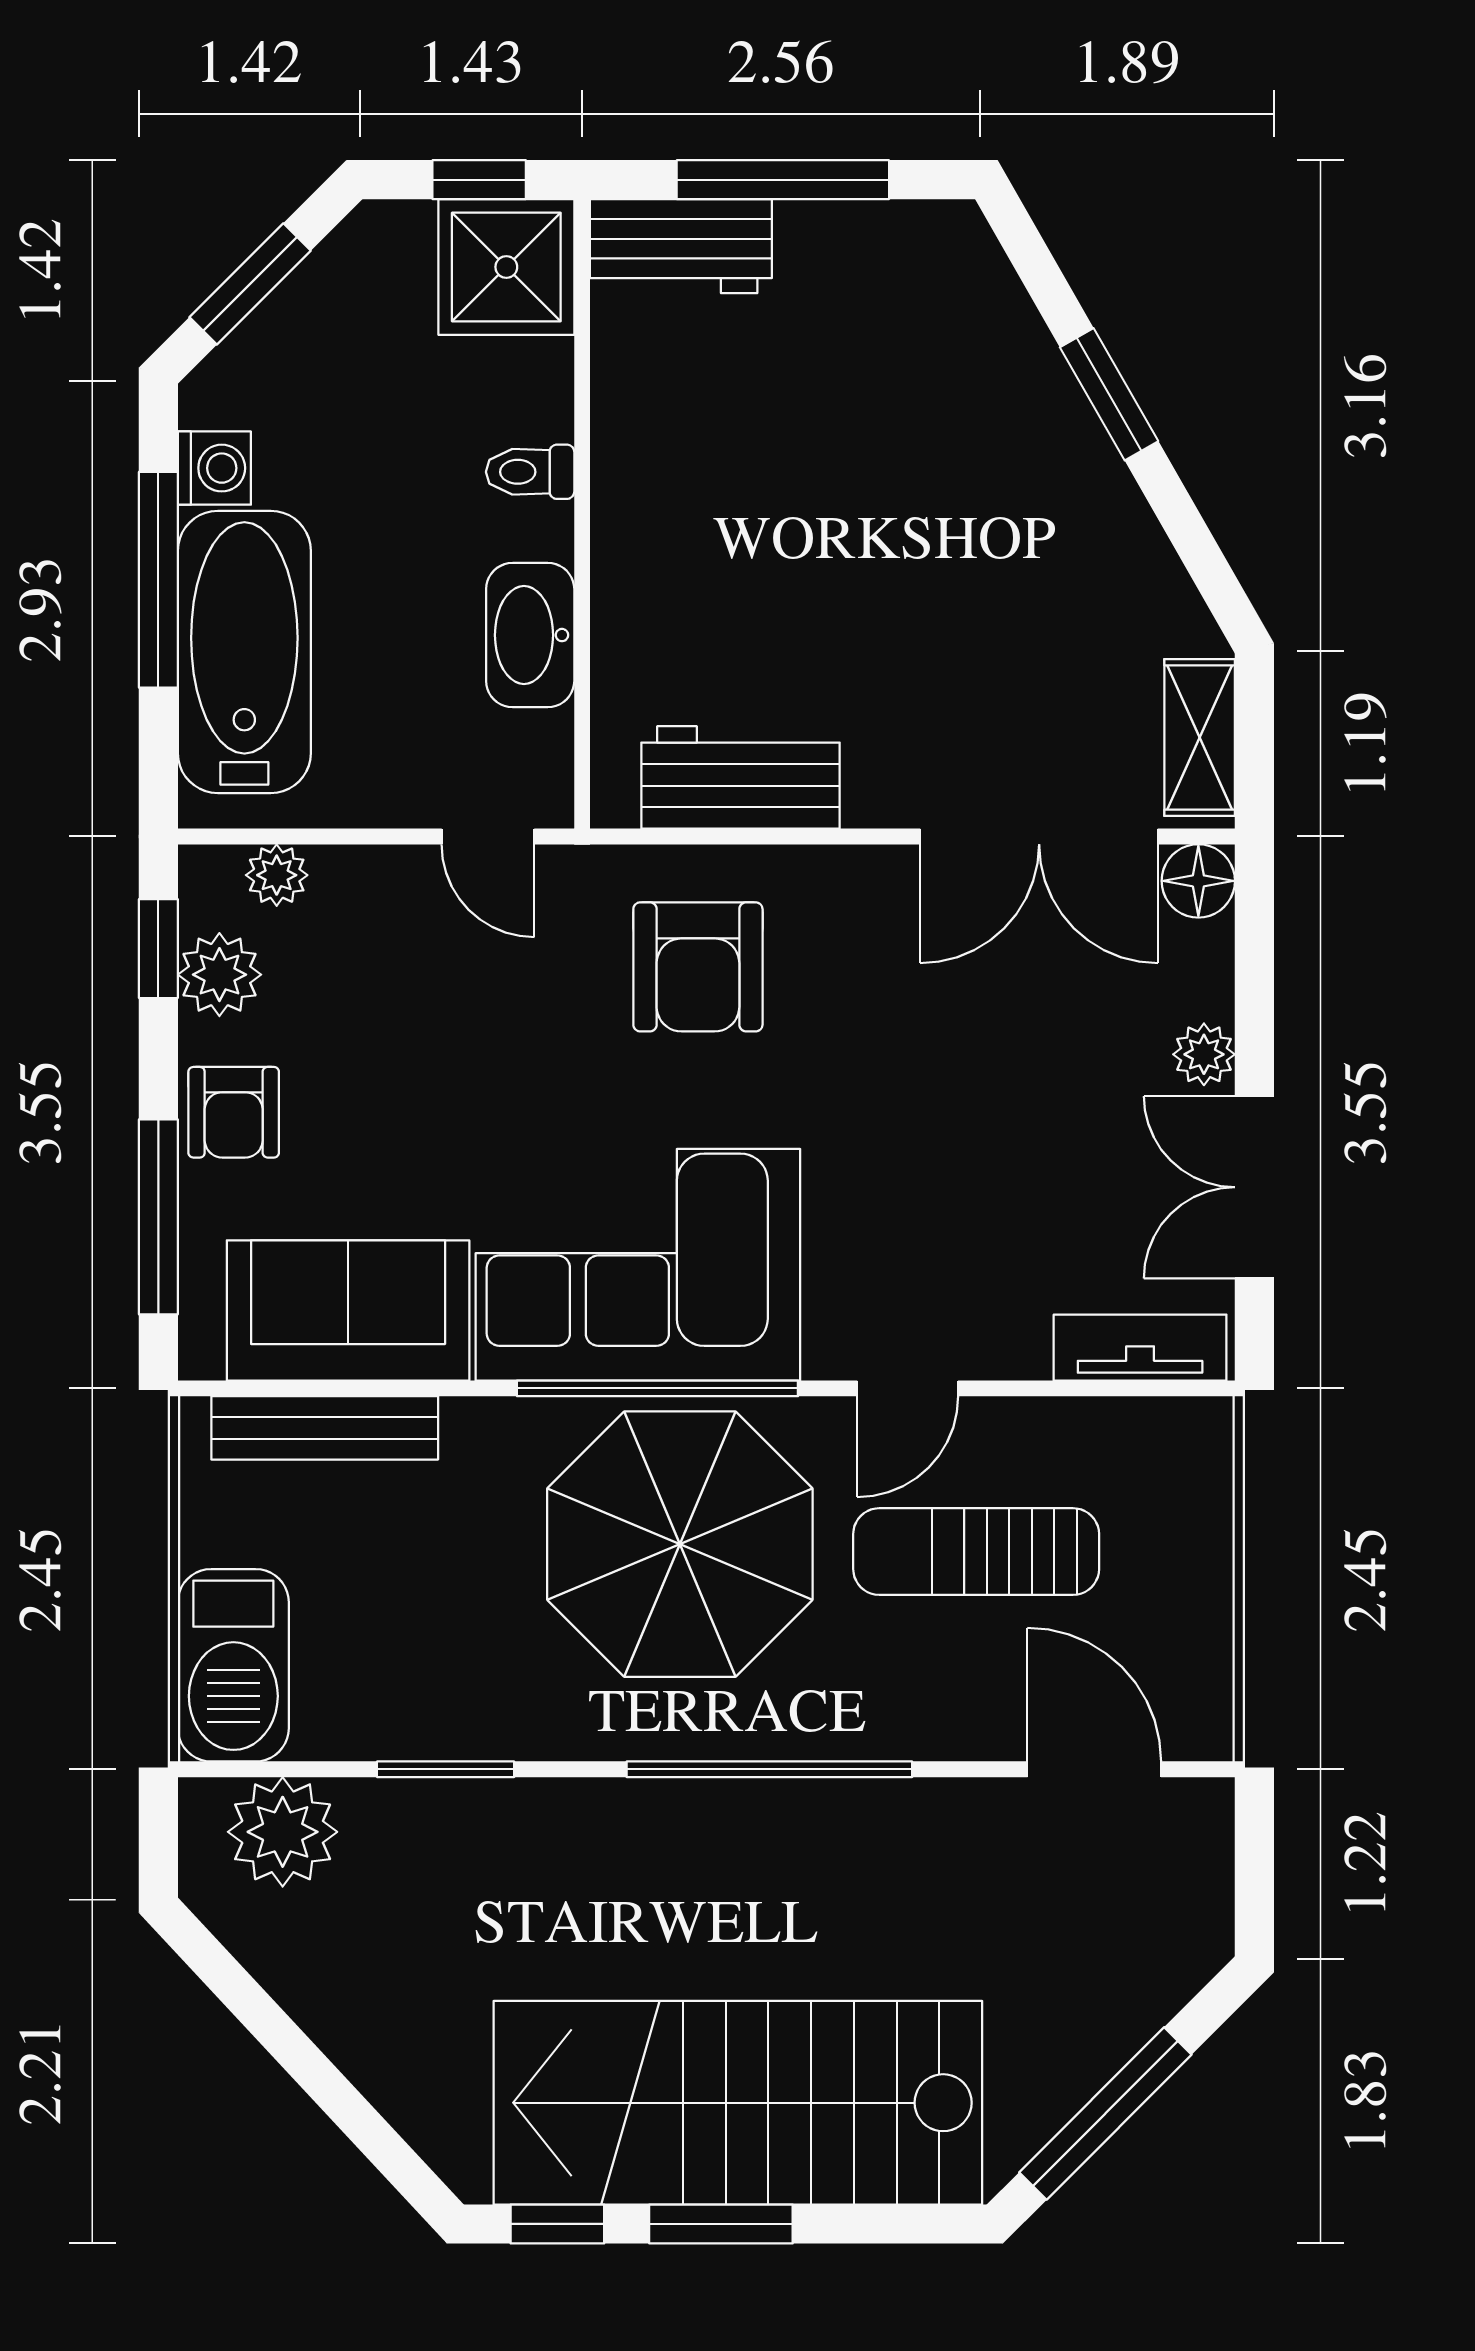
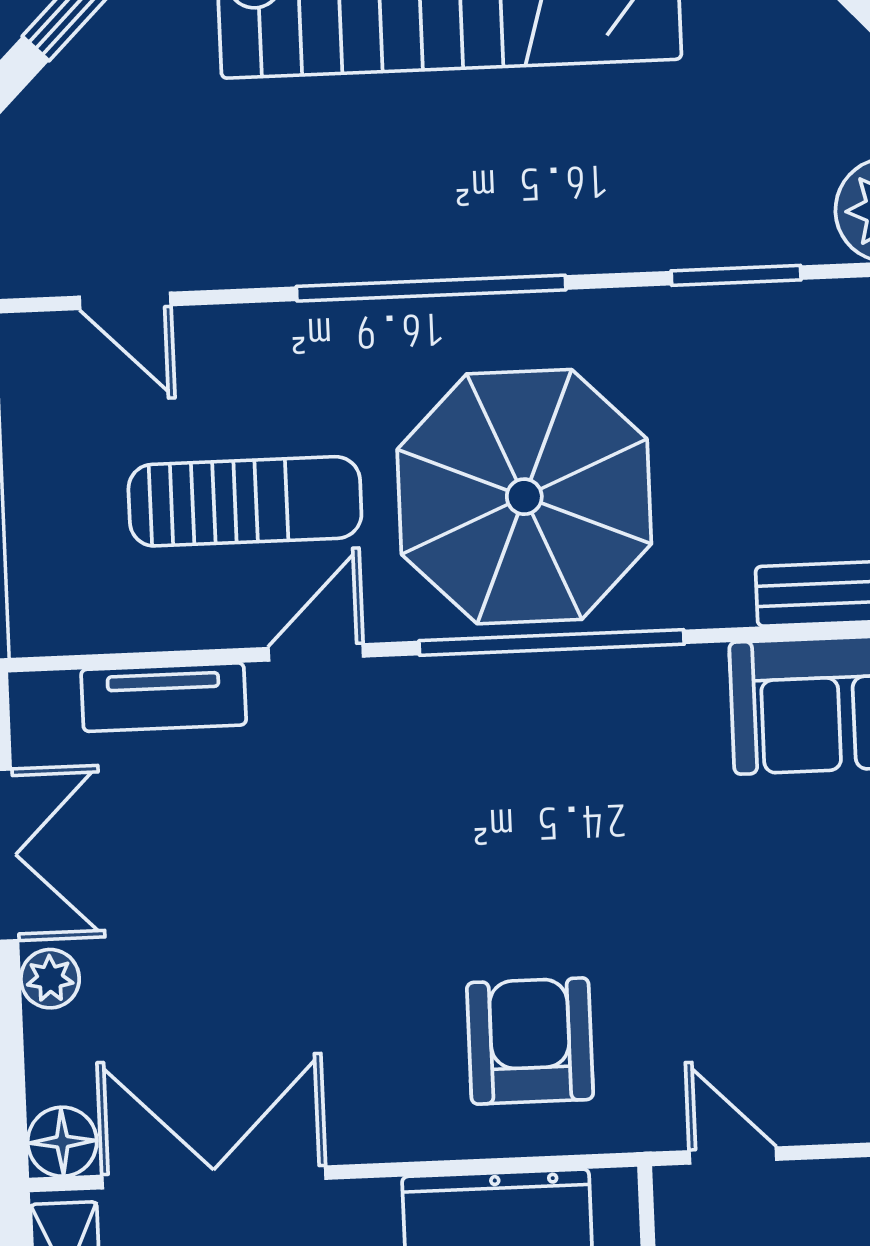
corner sofa: (638, 1265) -> (575, 758), removed
tv unit: (1140, 1348) -> (164, 697), moved
door: (1094, 1769) -> (125, 301), width x0.73

